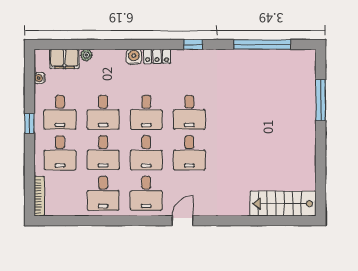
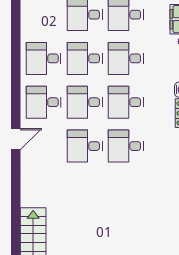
door: (183, 221) -> (16, 139), hinge flipped

